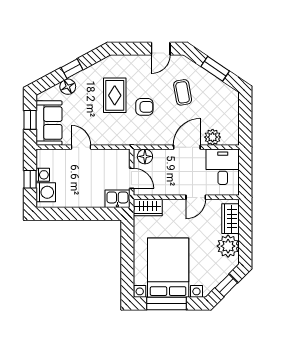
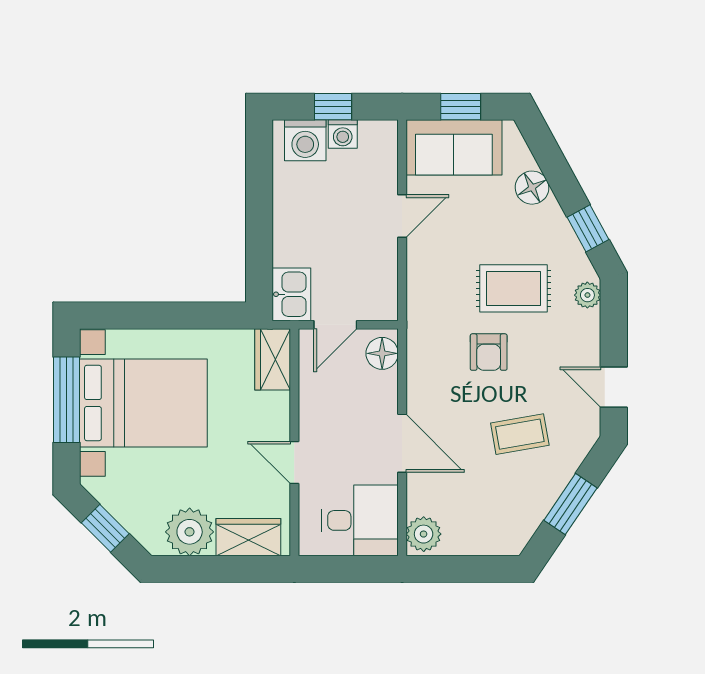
plant: (118, 61) -> (587, 295), added
window: (72, 69) -> (588, 228), moved
plant: (213, 137) -> (424, 534), moved

